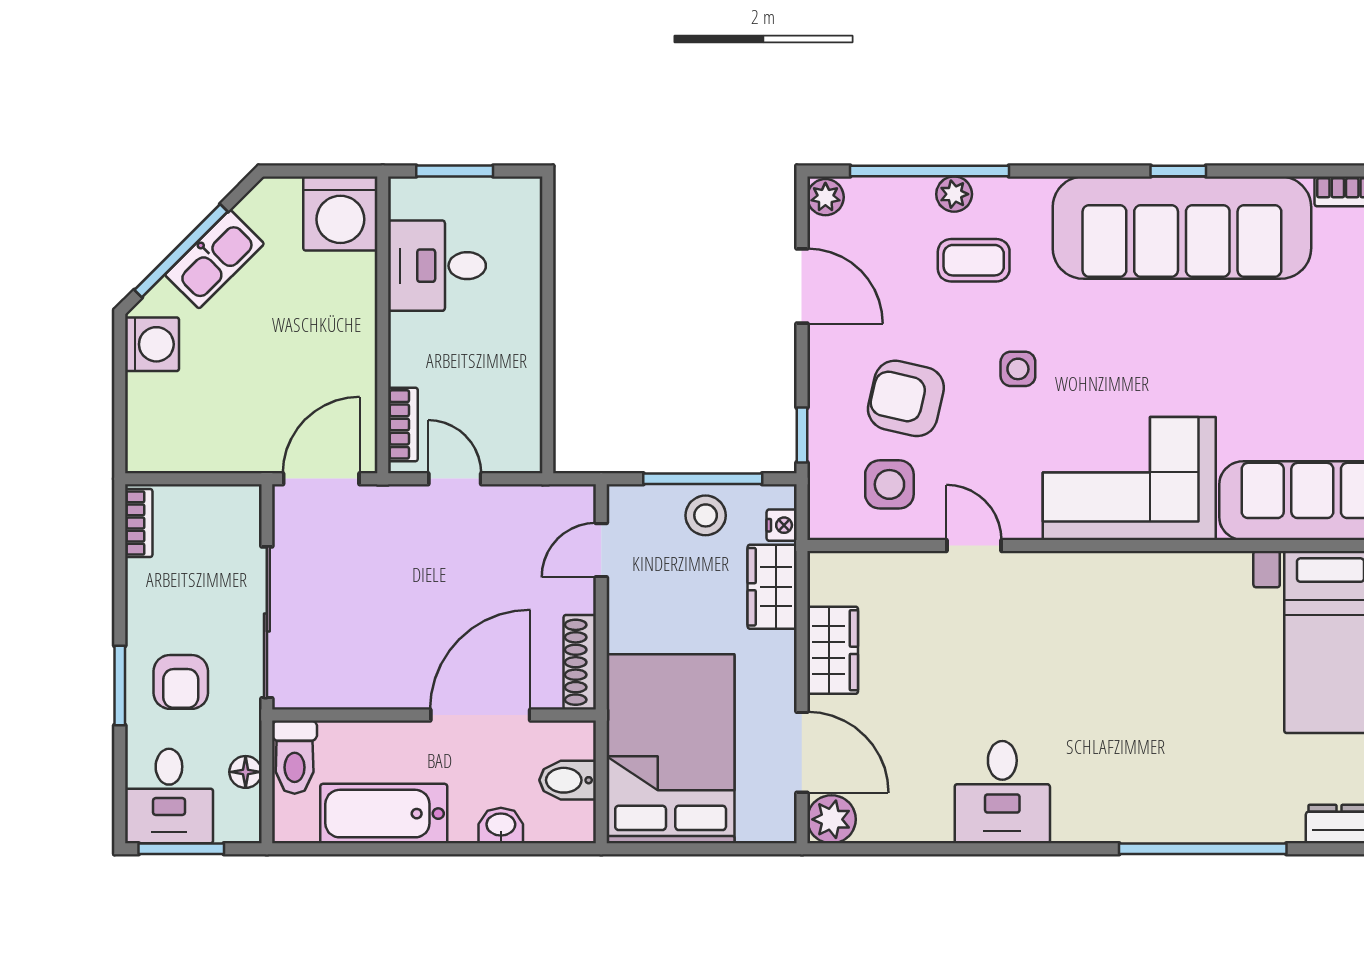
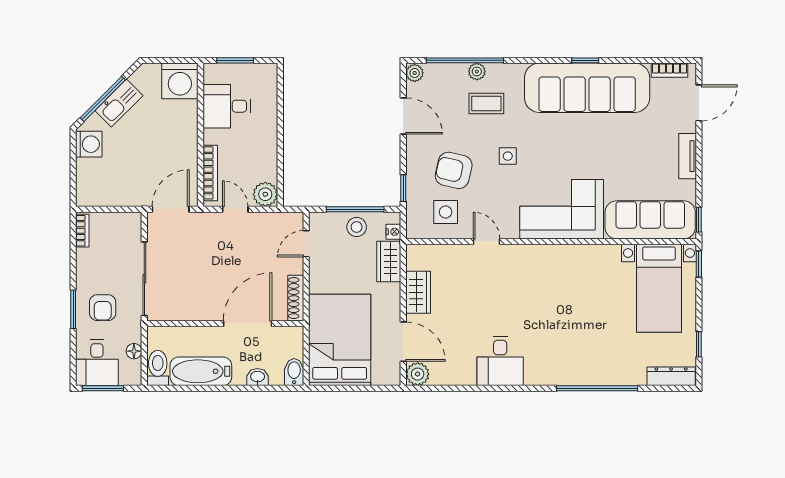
bookcase: (403, 424) -> (210, 173), width x1.56
plant: (517, 448) -> (265, 194), added
toilet: (295, 757) -> (158, 368), moved, turned 180
bidet: (568, 780) -> (294, 372), moved, turned 90

